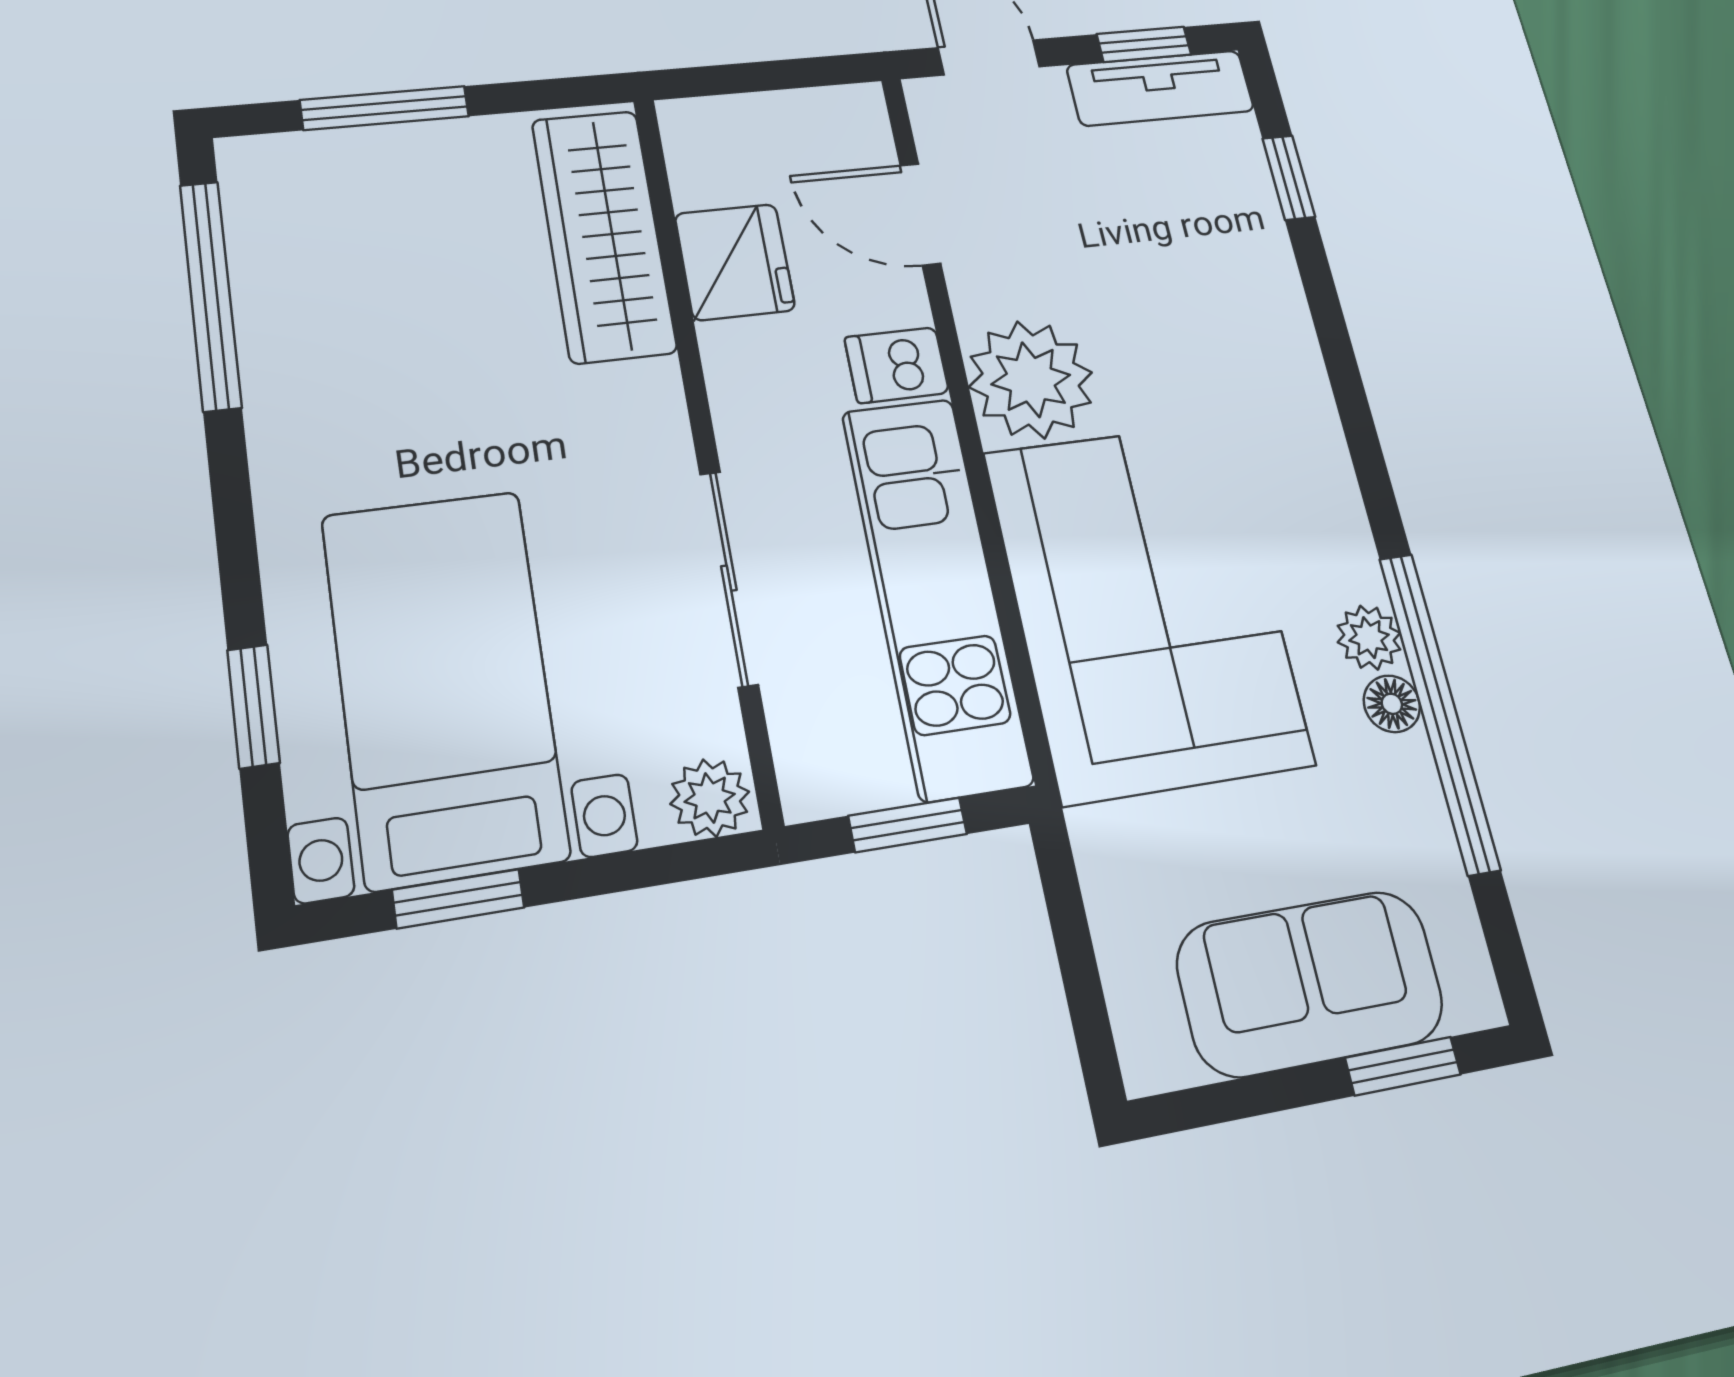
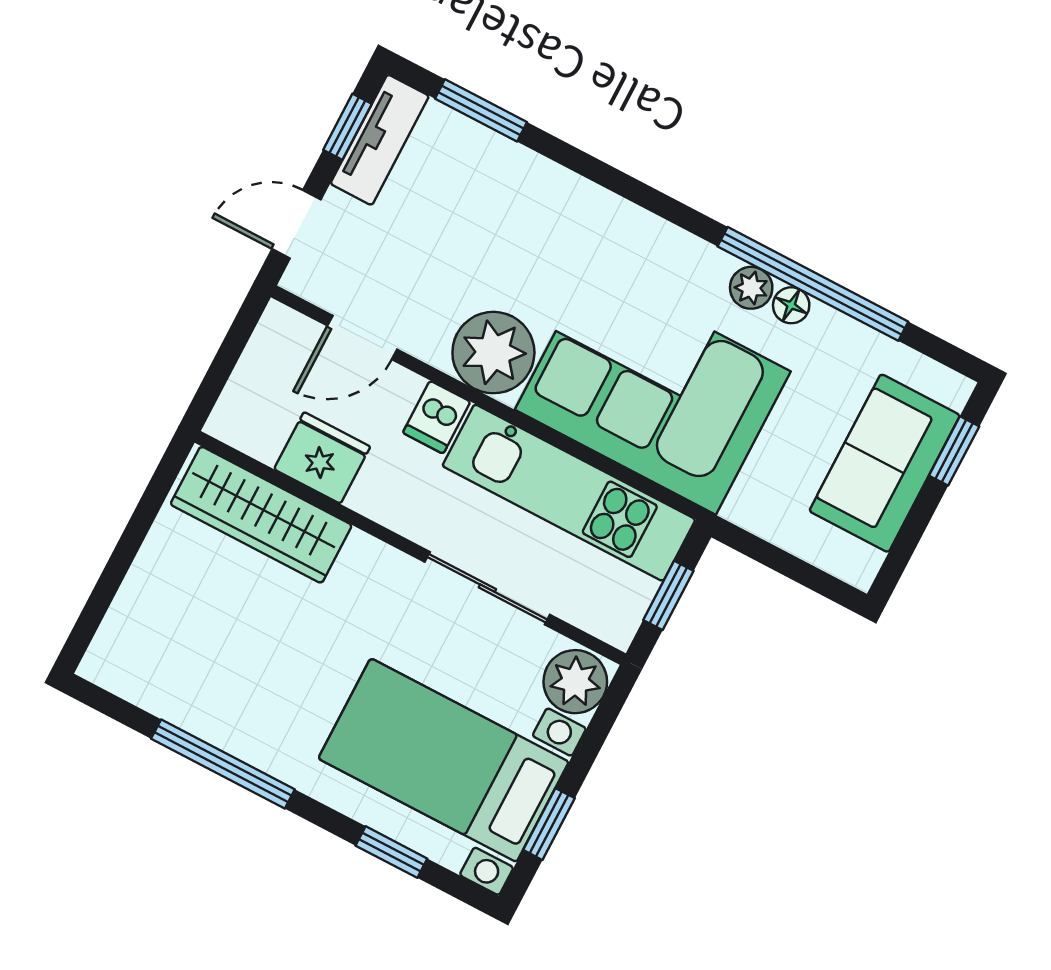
window: (385, 108) -> (113, 575), removed
window: (1289, 178) -> (481, 110), width x1.50
window: (210, 295) -> (223, 764), moved
plant: (710, 798) -> (575, 682), width x1.38, depth x1.38

